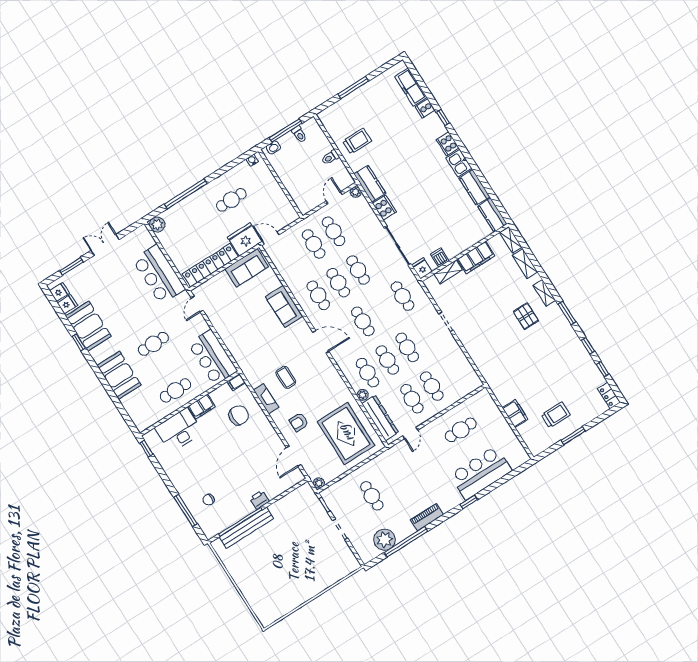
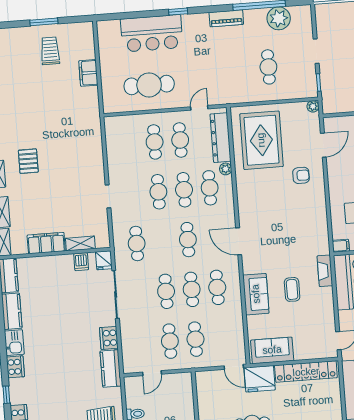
plant: (356, 192) -> (129, 368), removed
coffee table: (286, 377) -> (292, 289), moved
fireplace: (266, 399) -> (325, 271), moved
trolley: (556, 415) -> (50, 51), turned 90
cafe table: (461, 430) -> (149, 85), width x1.37, depth x1.35

